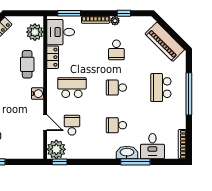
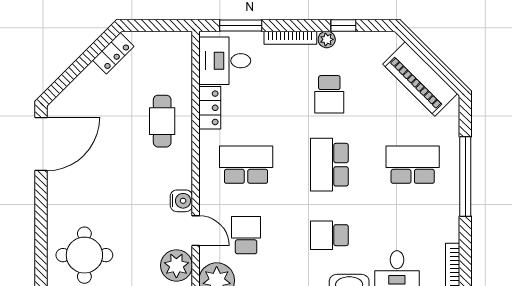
plant: (35, 32) -> (176, 265), moved
school desk: (116, 88) -> (329, 165), width x1.85
school desk: (161, 88) -> (413, 165), turned 90
water cooler: (37, 94) -> (181, 201), moved

